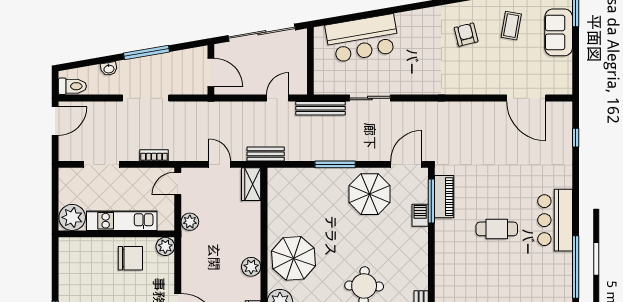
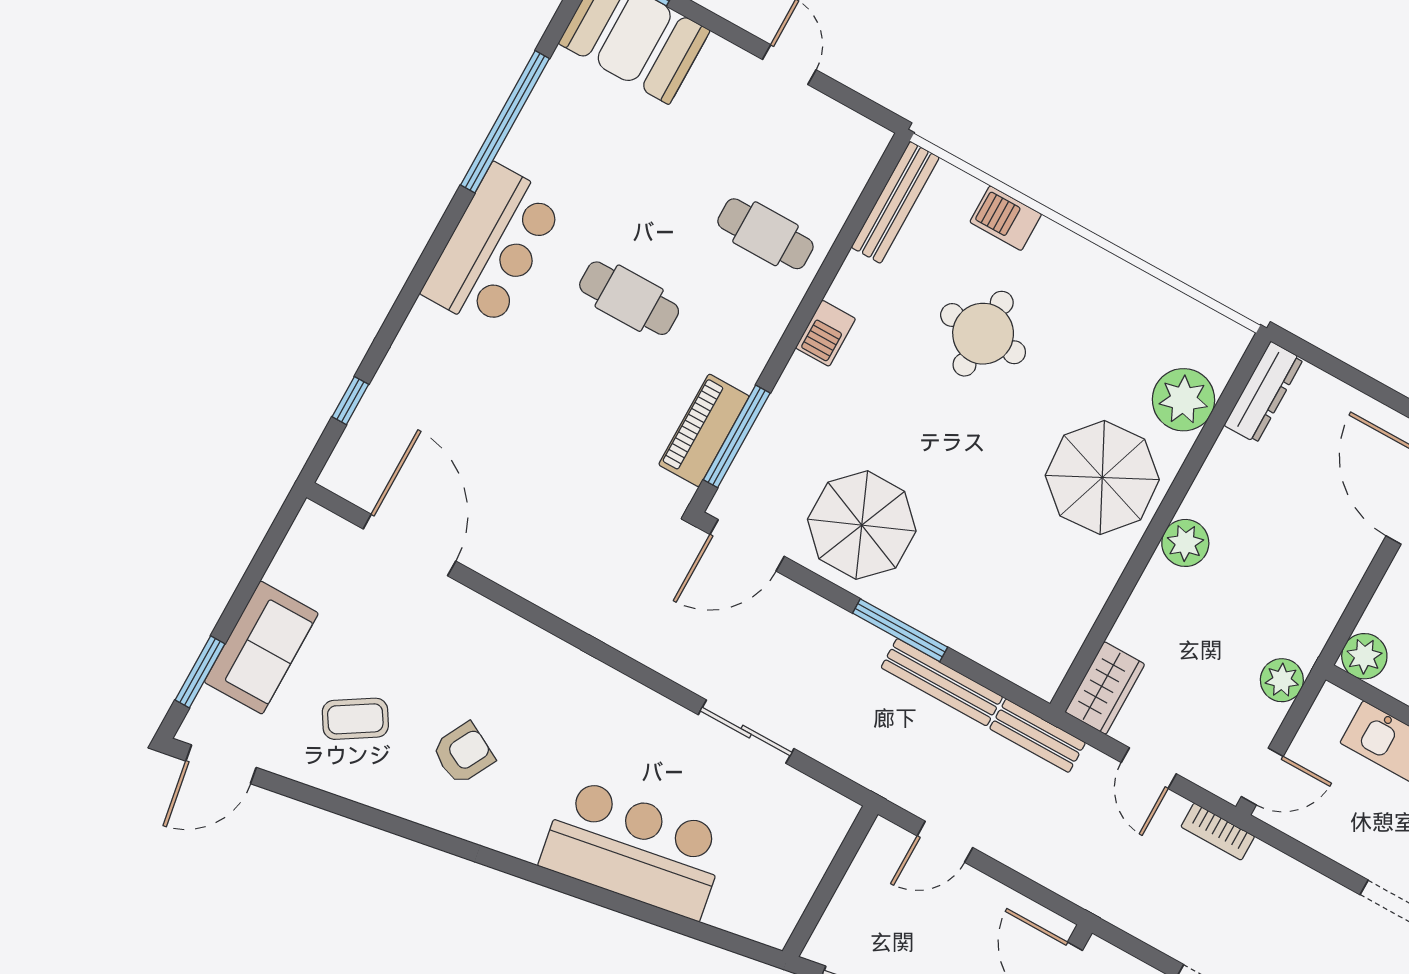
coffee table: (511, 26) -> (355, 719), turned 48
armchair: (466, 35) -> (463, 753), turned -138
bar counter: (362, 38) -> (634, 849), moved
bench: (320, 108) -> (942, 682), moved
bookcase: (154, 155) -> (1218, 832), moved
barbecue: (420, 215) -> (826, 333), moved
plant: (251, 267) -> (1185, 543), moved
cafe table: (461, 279) -> (765, 234), added

